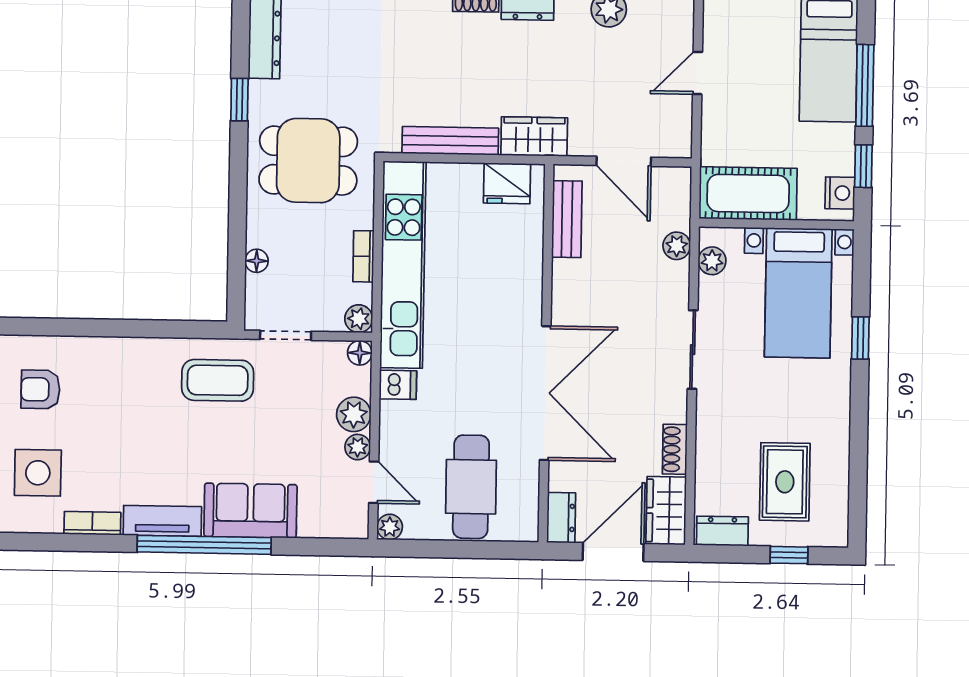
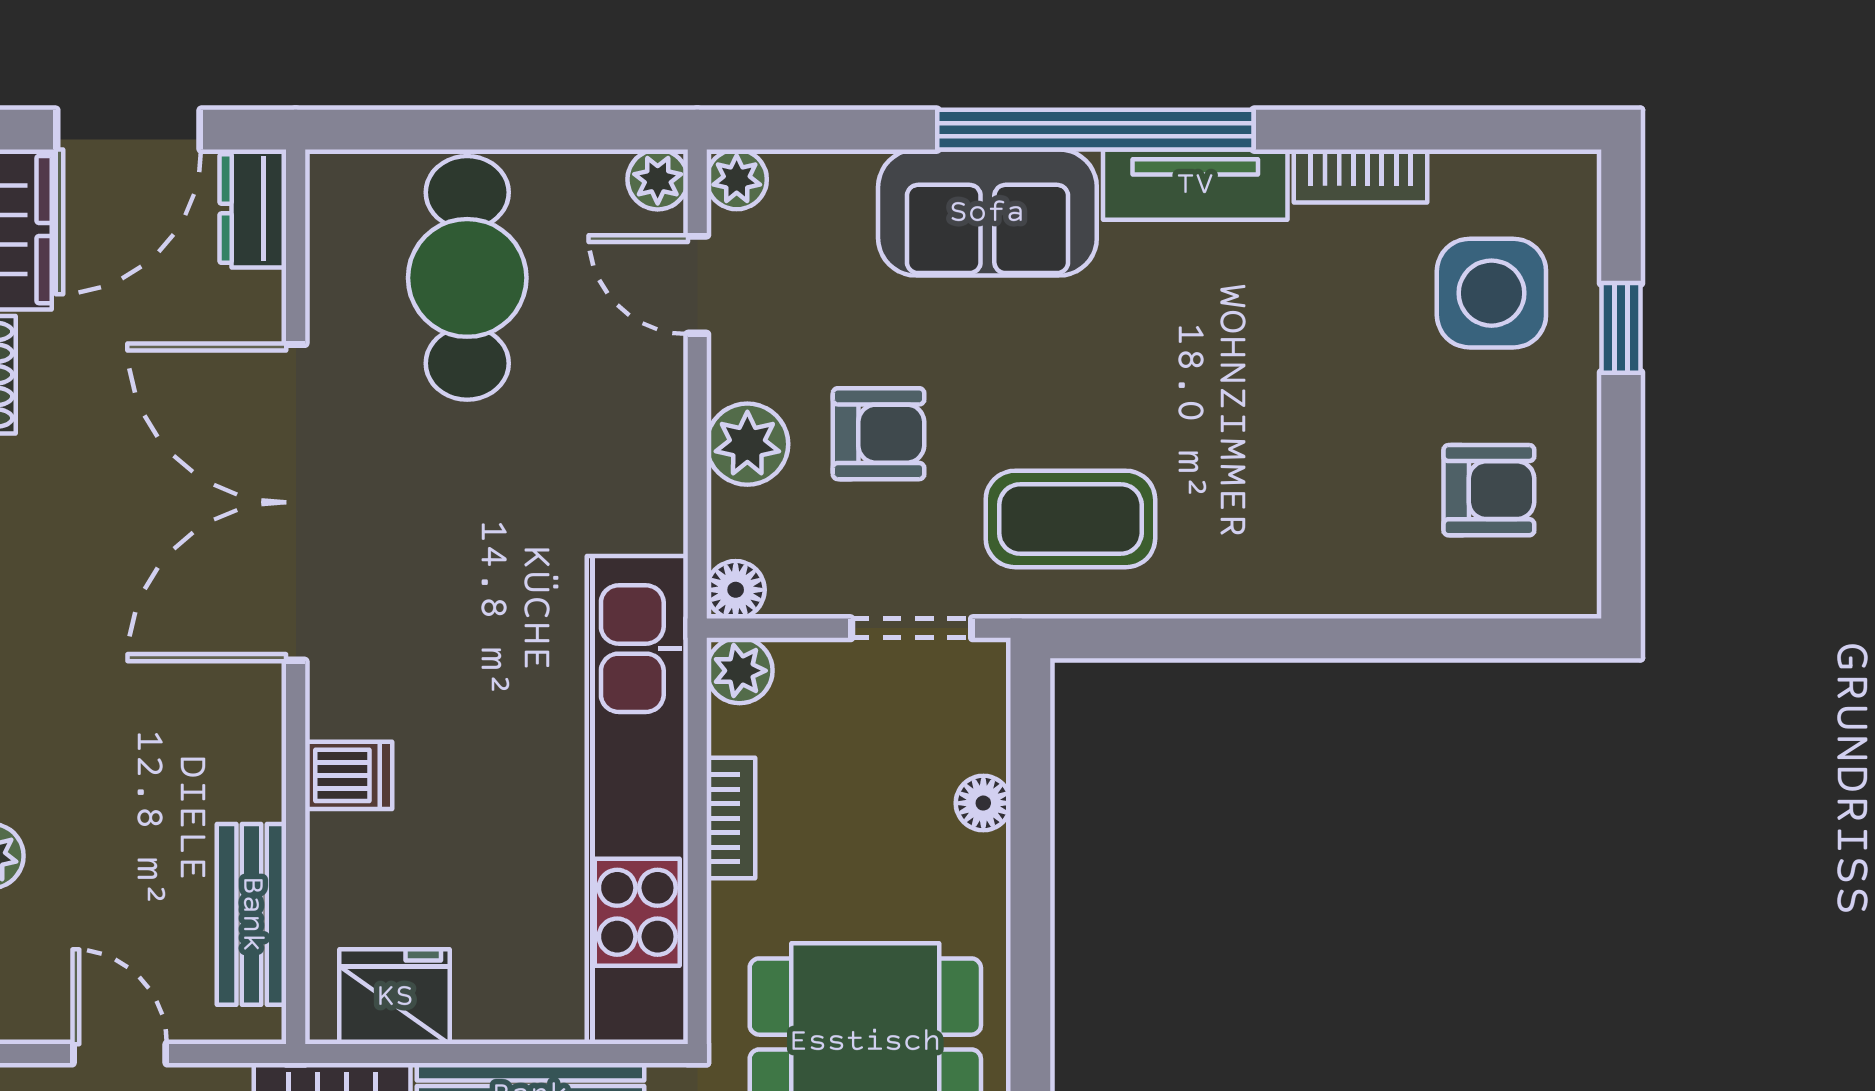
door: (624, 161) -> (120, 1053), width x0.73
dishwasher: (398, 385) -> (349, 775), moved, turned 180
armchair: (298, 418) -> (879, 434), added
plant: (358, 447) -> (737, 179), moved

